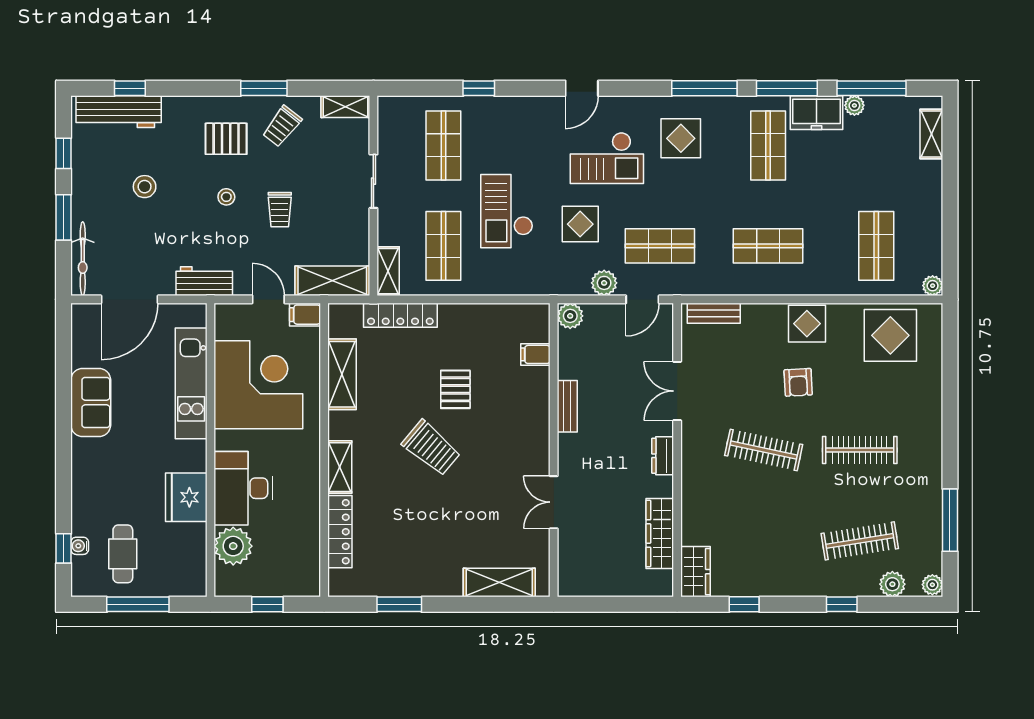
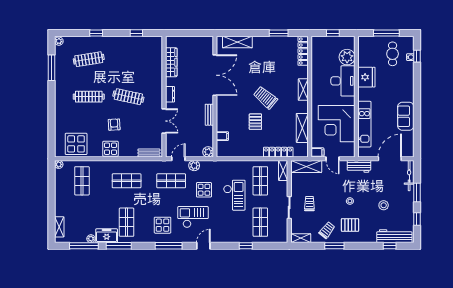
window: (704, 88) -> (169, 246), moved
trolley: (280, 210) -> (309, 204), moved
double door: (554, 502) -> (215, 75), width x1.87
locker: (340, 532) -> (303, 51), moved
wardrobe: (696, 572) -> (156, 47), removed
plant: (892, 584) -> (75, 41), removed

